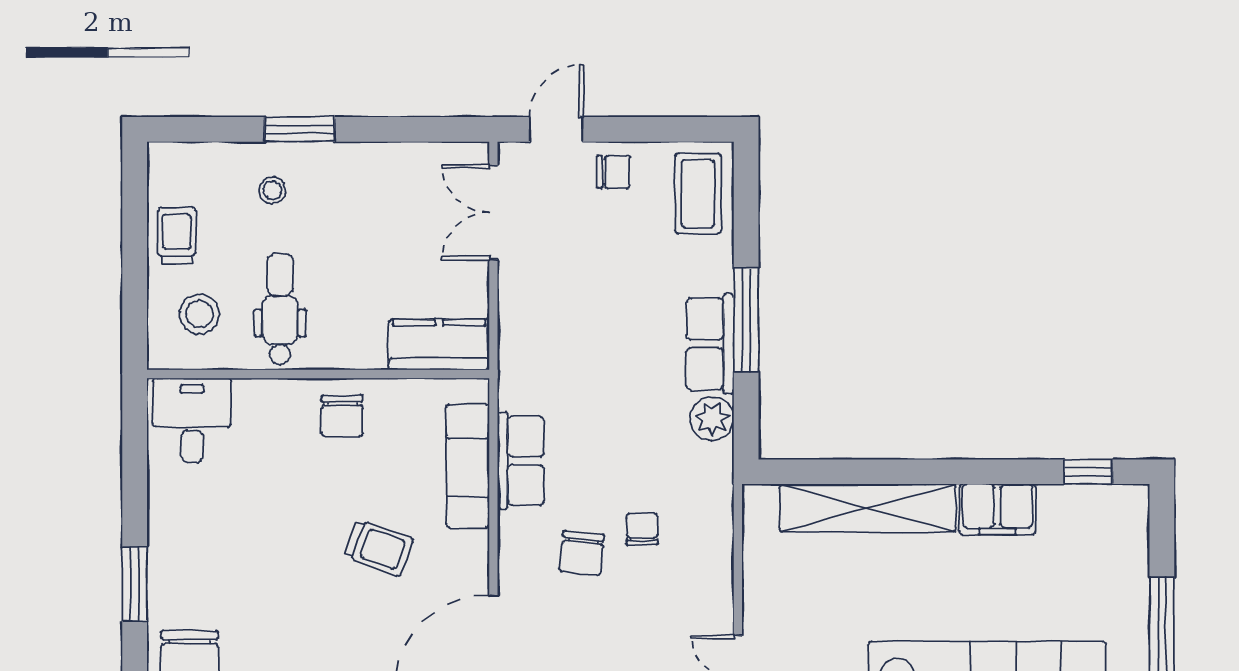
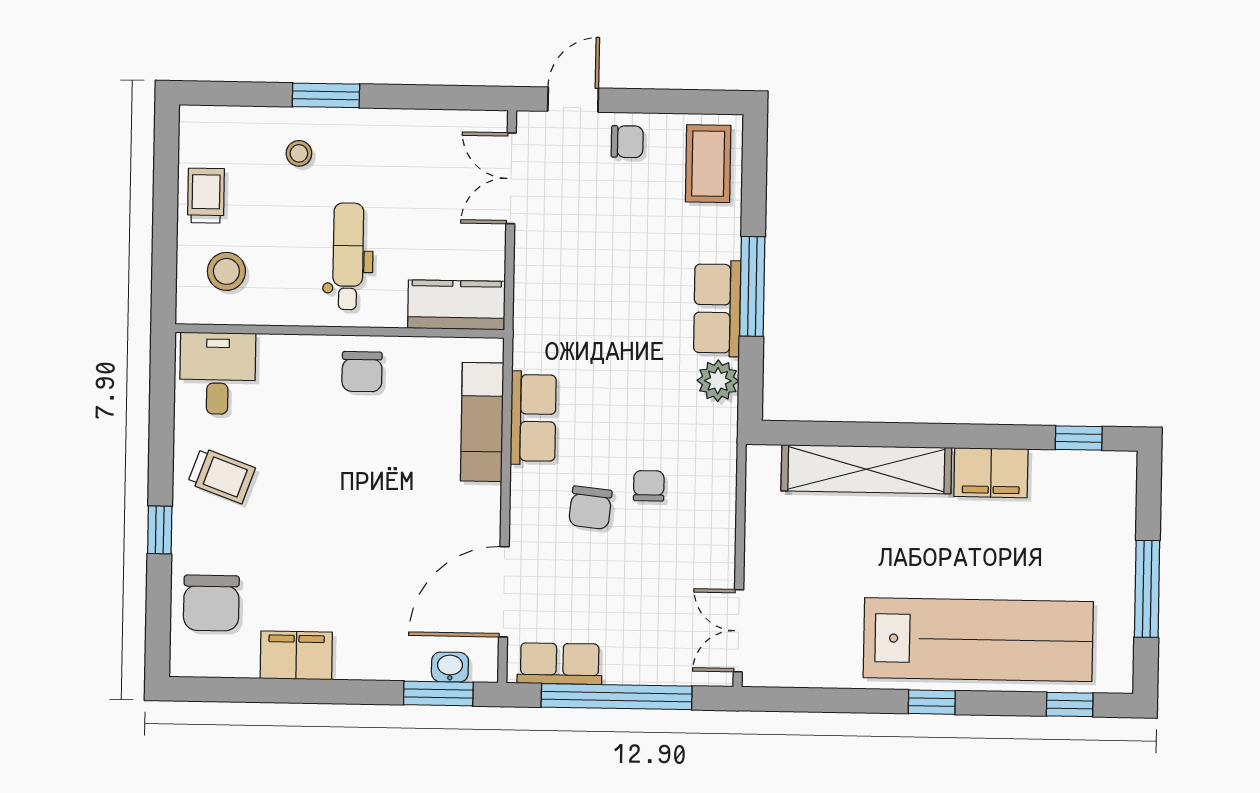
dental chair: (280, 309) -> (348, 256), moved
trolley: (379, 548) -> (221, 476), moved
window: (135, 584) -> (160, 530), width x0.67

